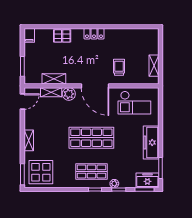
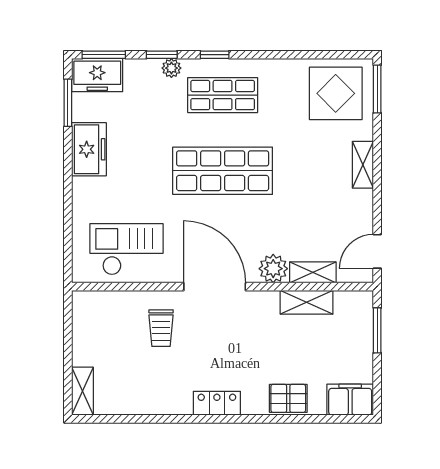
filing cabinet: (29, 35) -> (350, 400), width x2.00
shelving: (154, 66) -> (83, 391), moved
freezer: (151, 142) -> (89, 149), width x0.71

